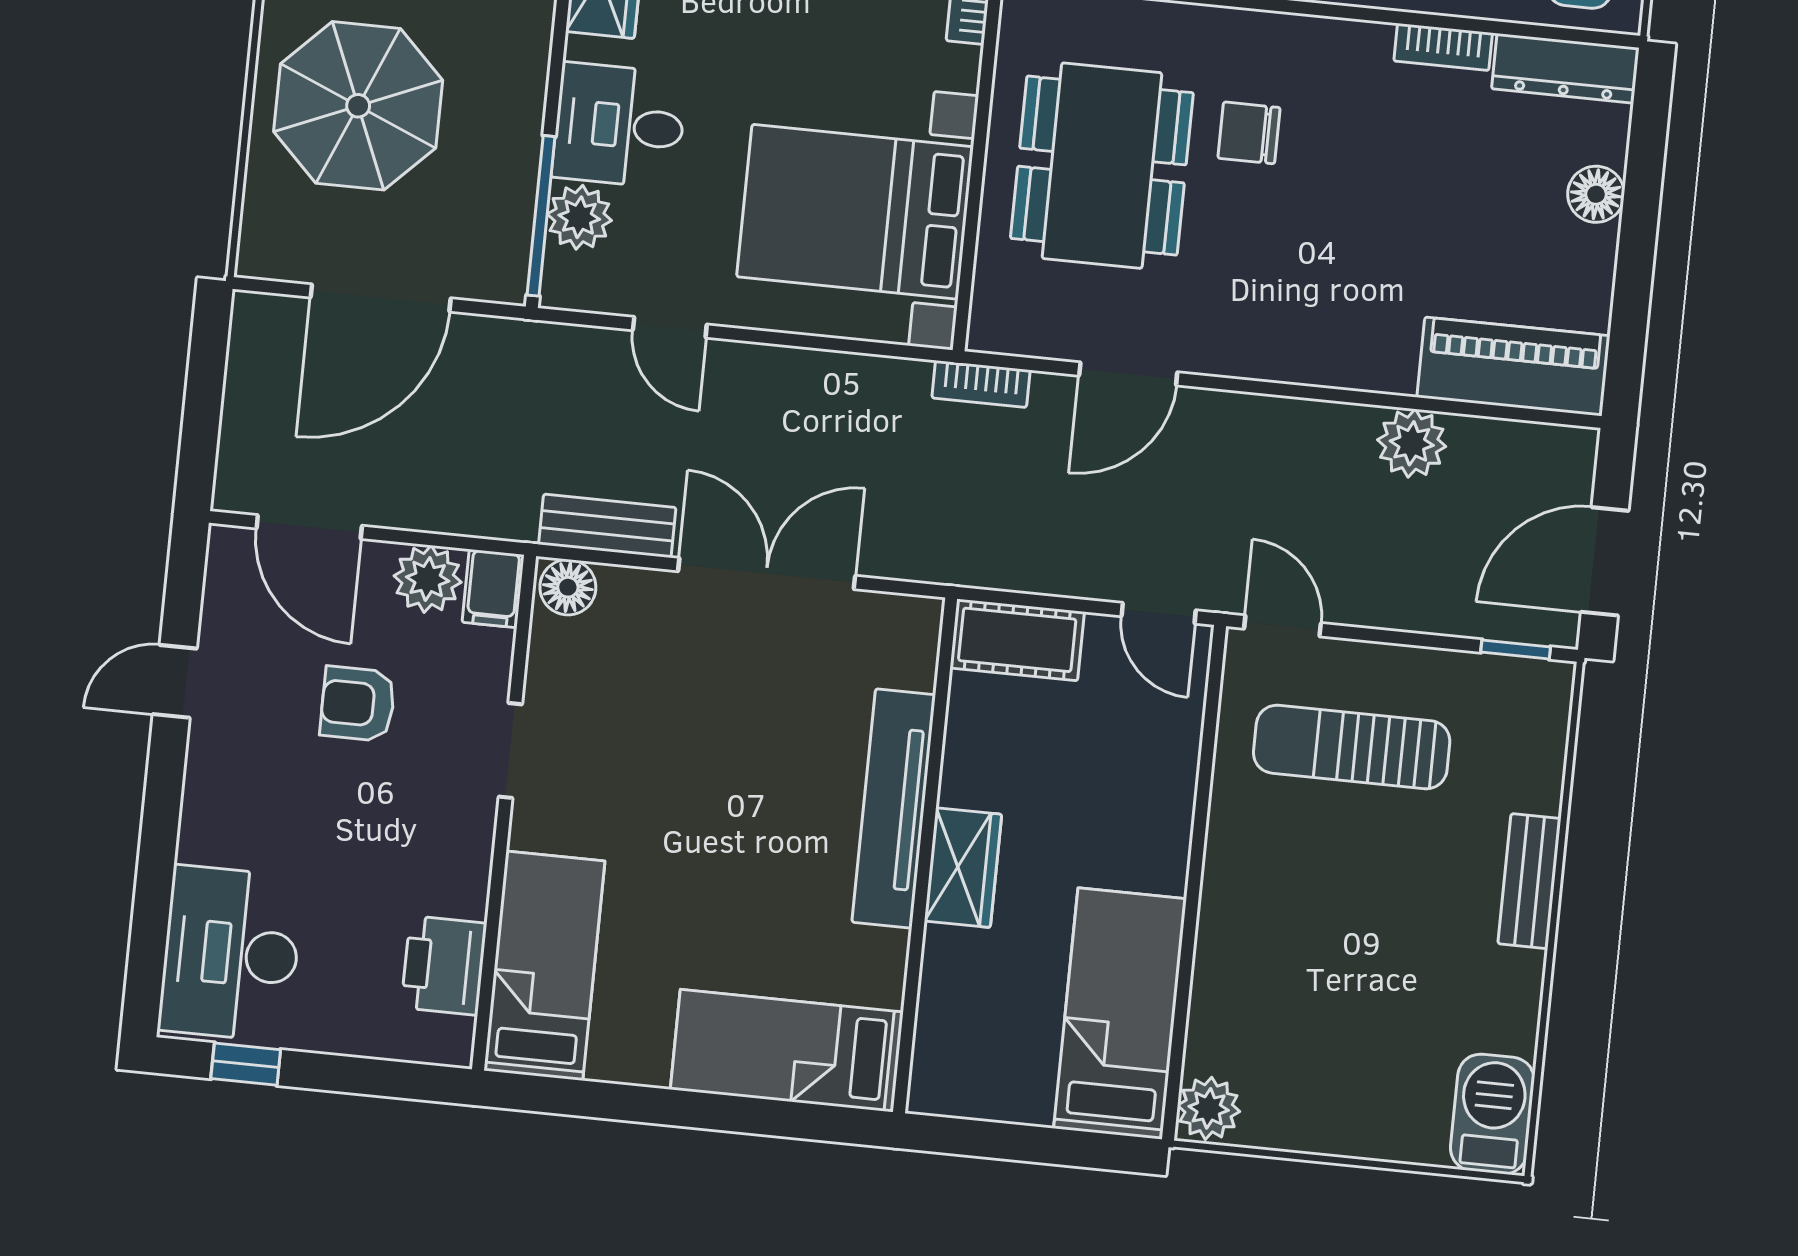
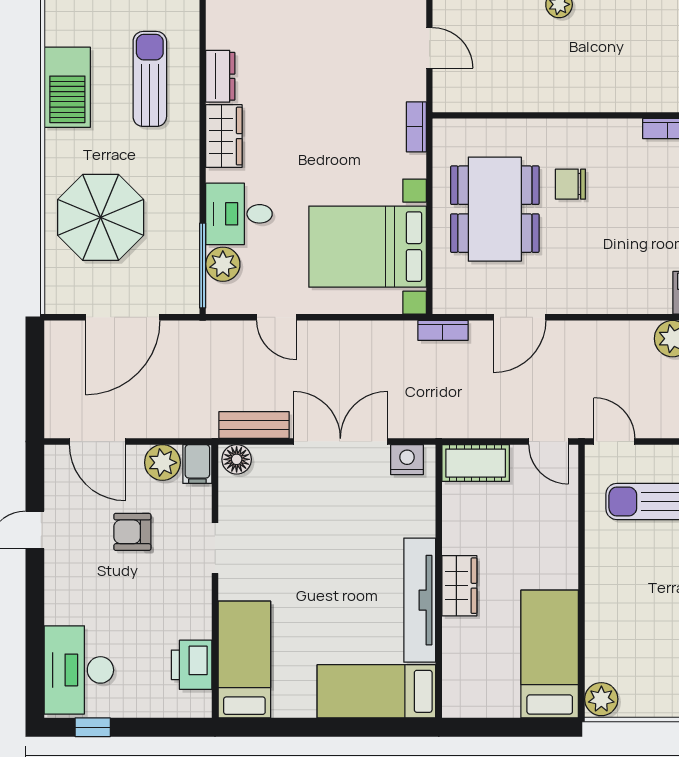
nightstand: (889, 620) -> (407, 460), added
tv unit: (894, 808) -> (420, 600), moved

